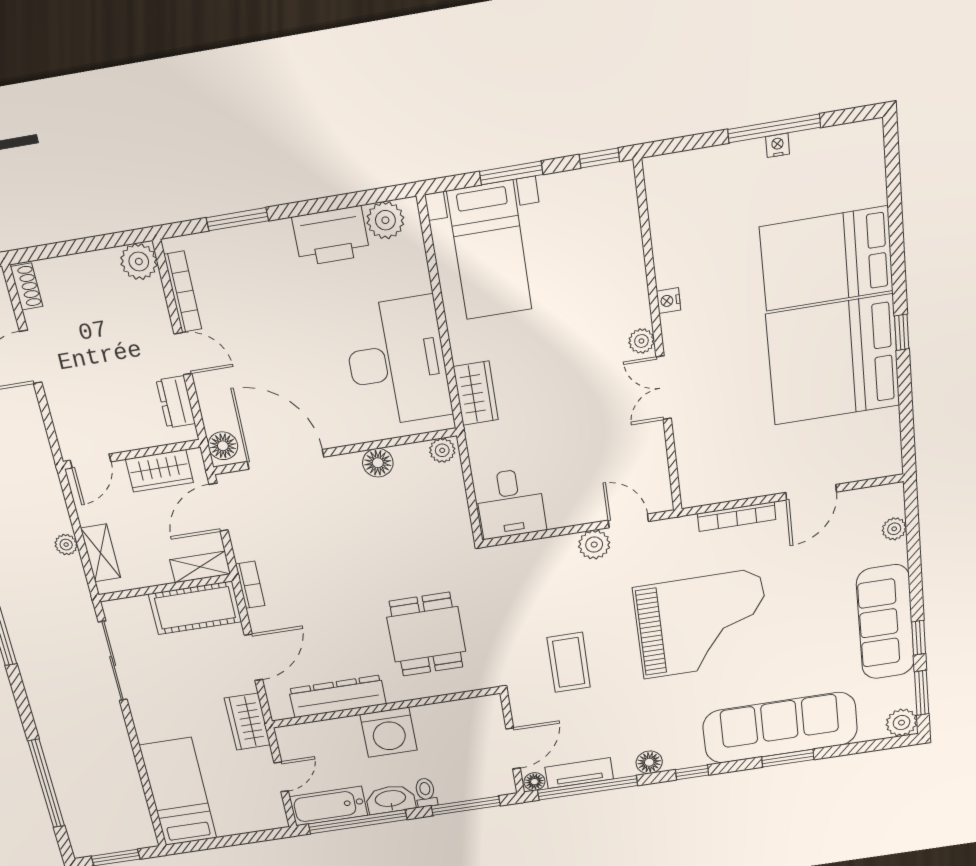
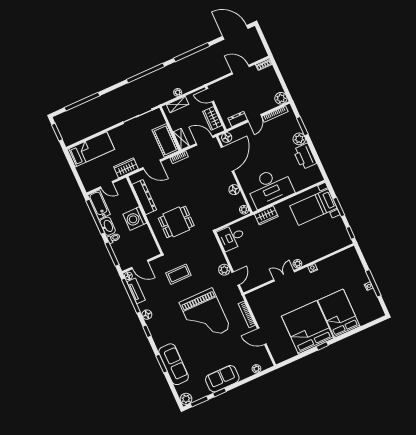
plant: (385, 220) -> (299, 139), moved
sofa: (886, 622) -> (222, 379), width x0.73
sofa: (780, 728) -> (174, 364), width x0.74, depth x0.79

